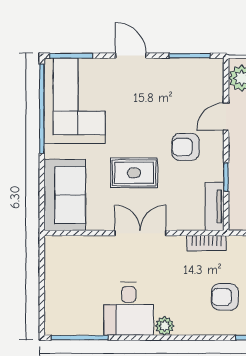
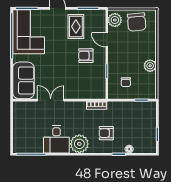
door: (226, 117) -> (107, 40), hinge flipped
rug: (134, 173) -> (76, 27), moved, turned 90
tv unit: (215, 207) -> (101, 86), removed
double door: (140, 233) -> (51, 100), moved
plant: (165, 326) -> (79, 144), width x1.87, depth x1.87

